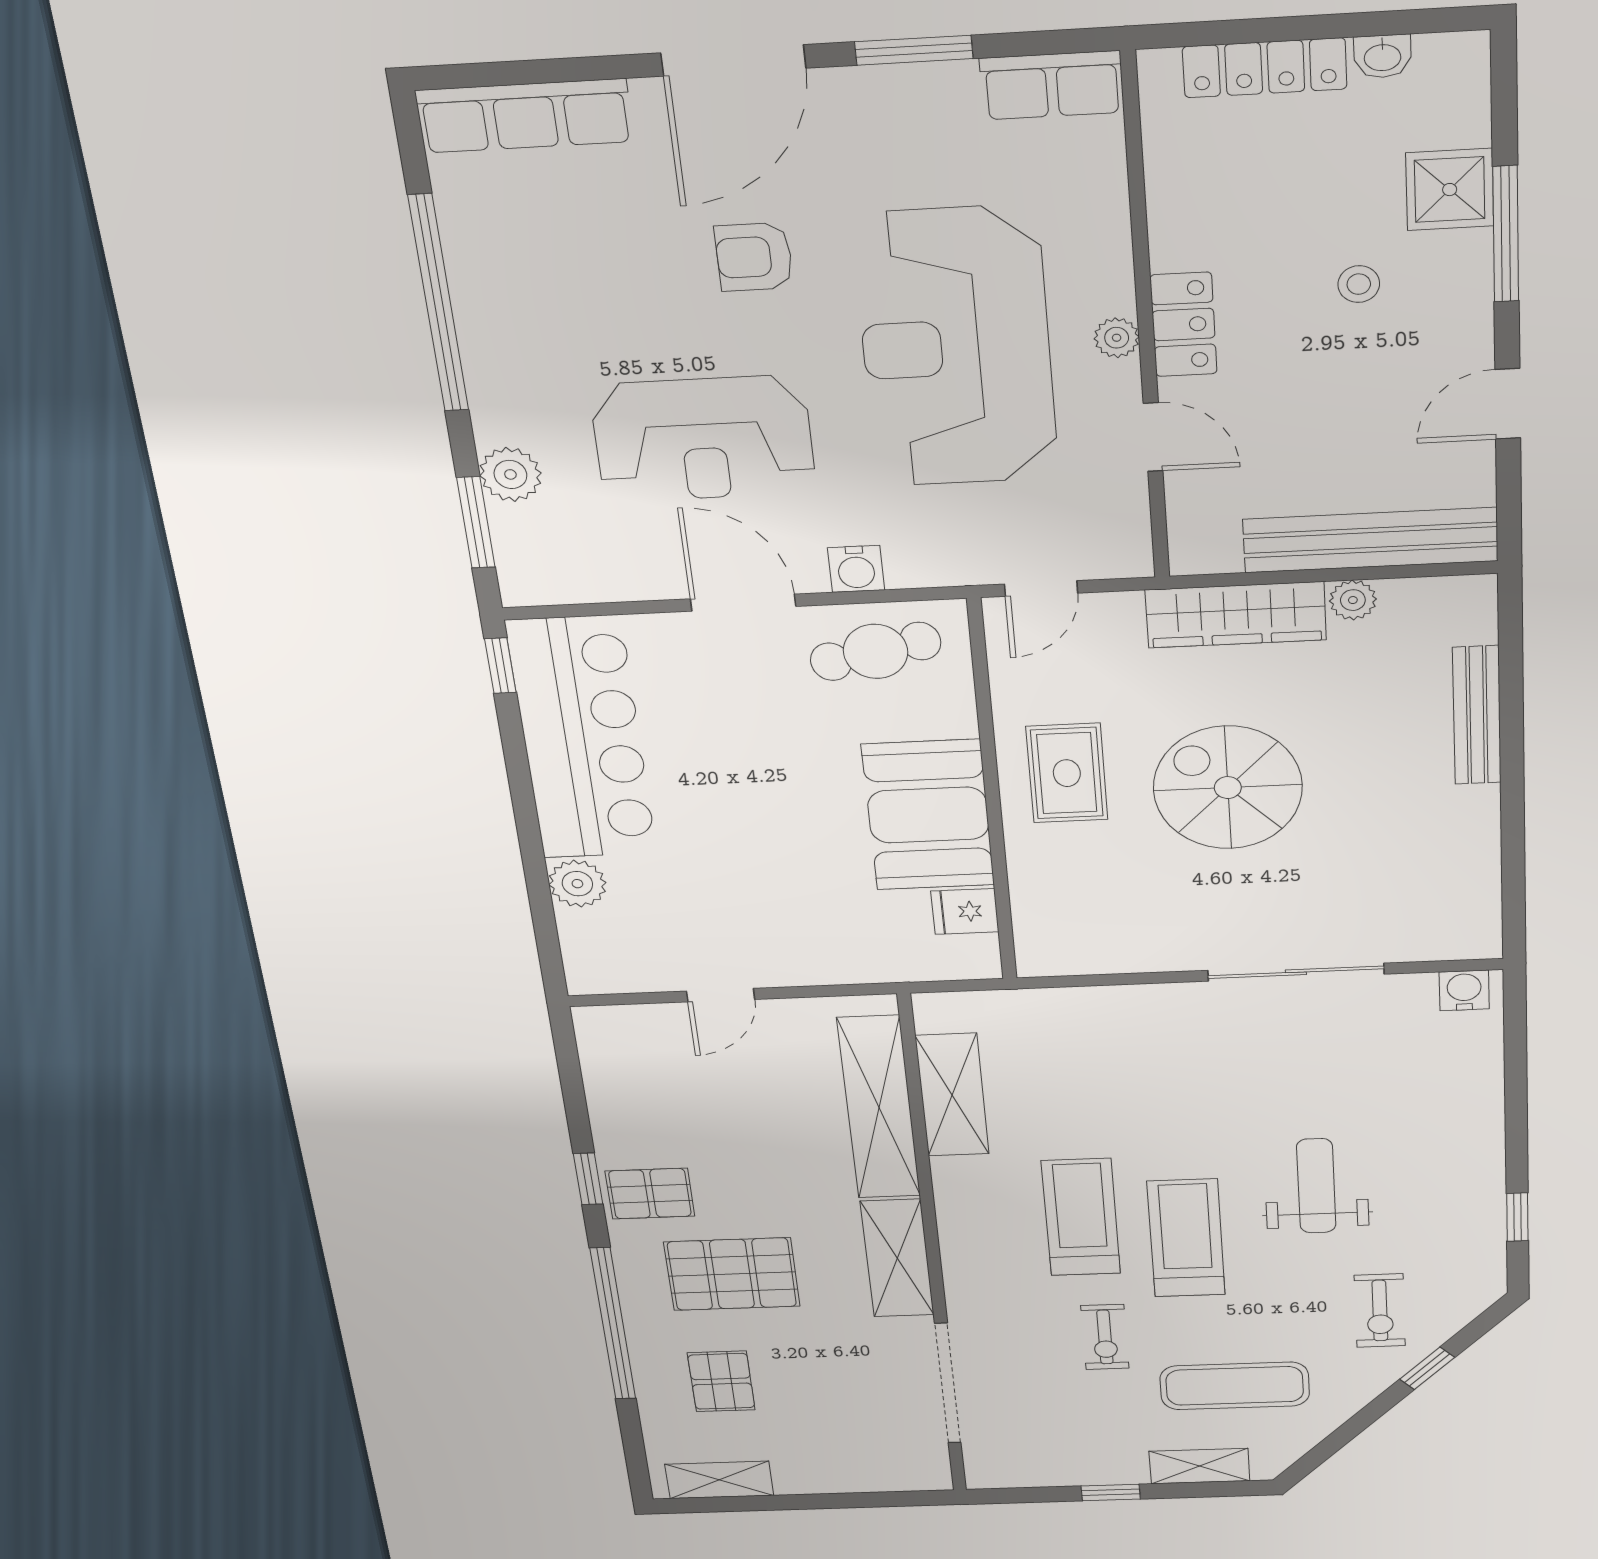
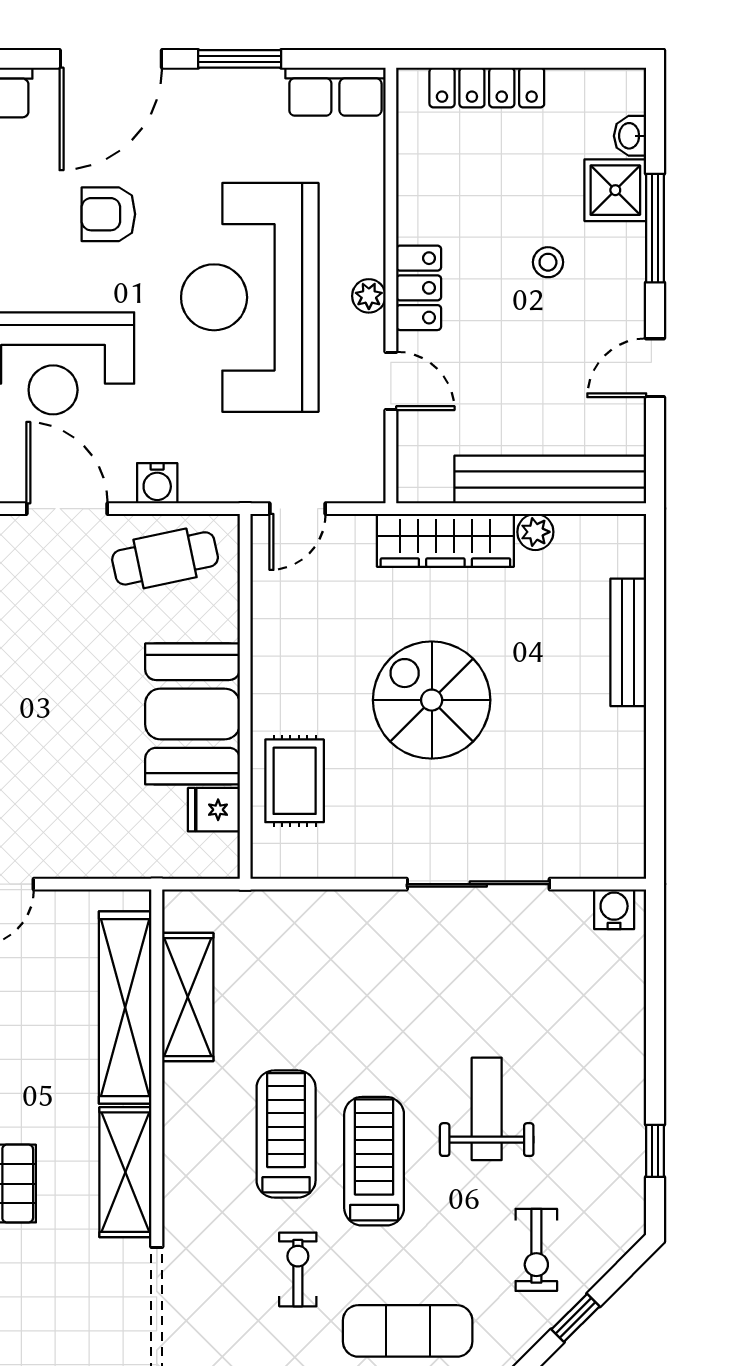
washbasin: (1383, 56) -> (630, 136), moved, turned 90
rug: (1067, 773) -> (295, 781), moved
exercise bike: (1105, 1337) -> (298, 1269), turned 180

